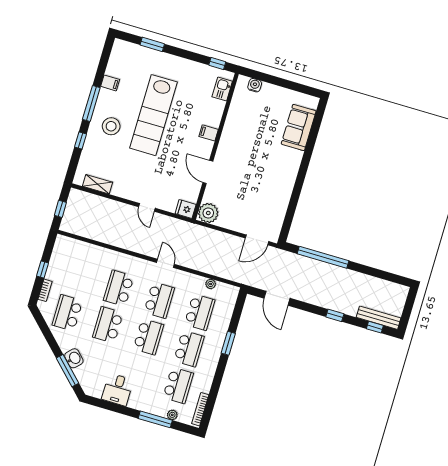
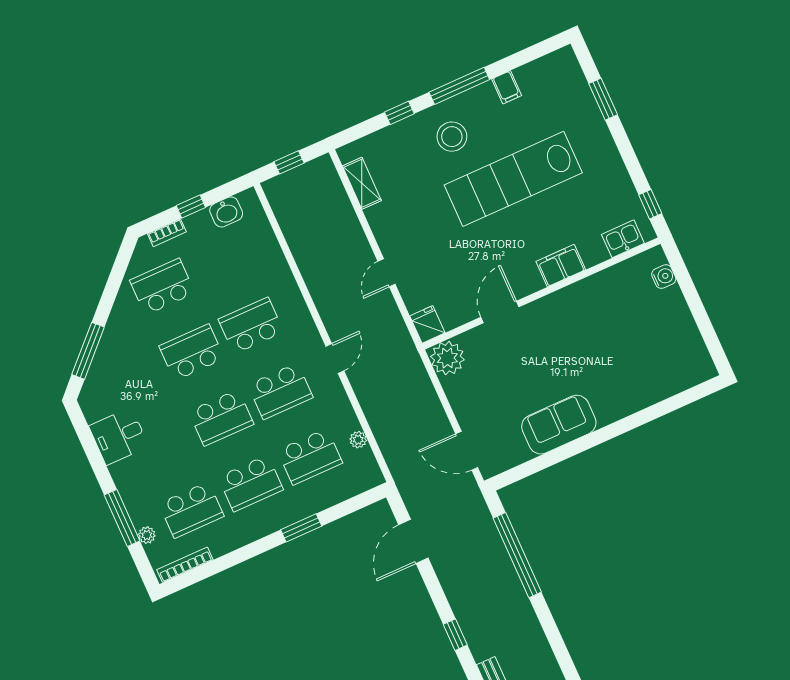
sofa: (299, 127) -> (559, 425), moved
filing cabinet: (209, 133) -> (561, 266), width x2.00
washbasin: (74, 358) -> (226, 212), moved, turned 45

